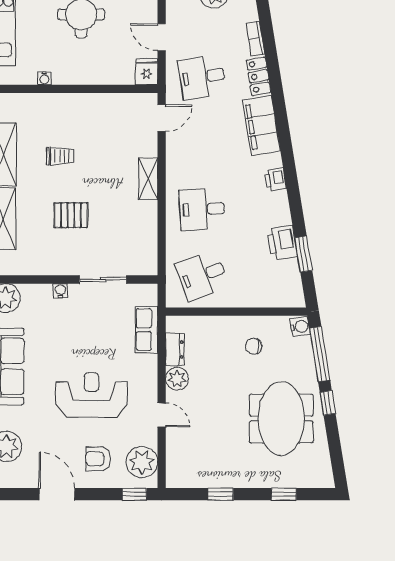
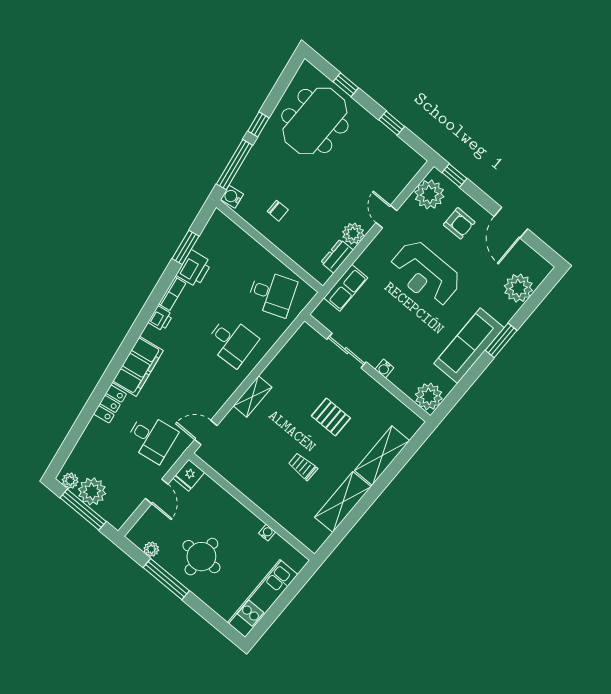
bookcase: (255, 39) -> (172, 294), moved
meeting table: (281, 418) -> (315, 121), moved

